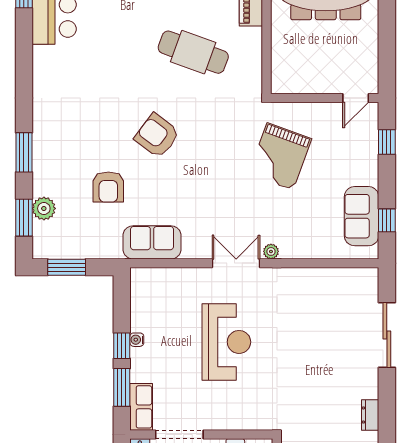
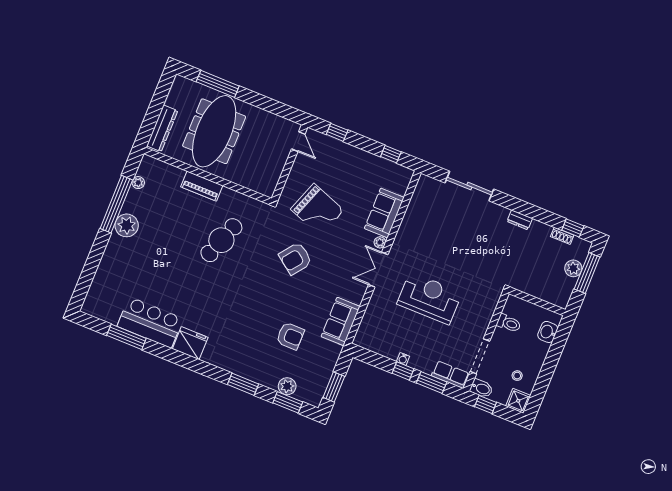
fridge: (49, 65) -> (190, 343), added
armchair: (157, 136) -> (295, 258), moved
sofa: (362, 216) -> (384, 213), moved, turned 90

